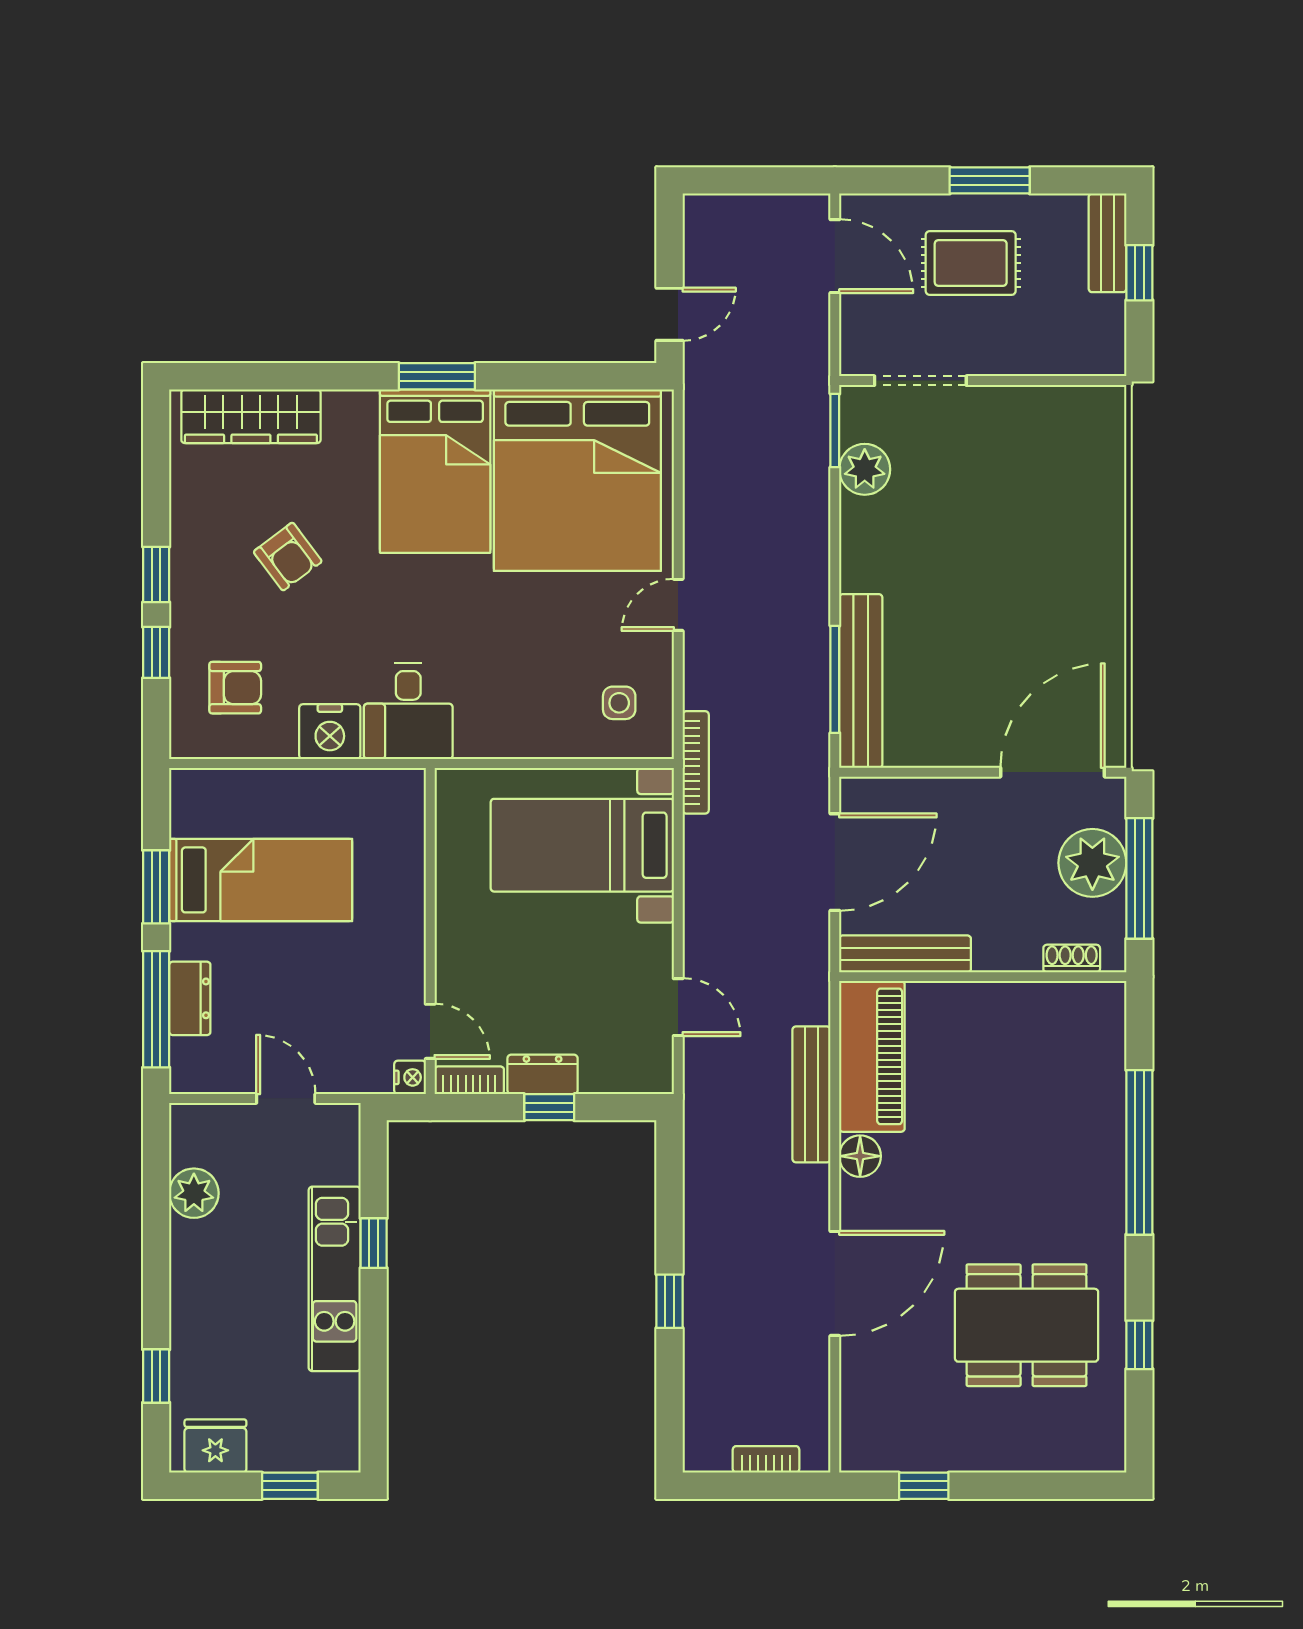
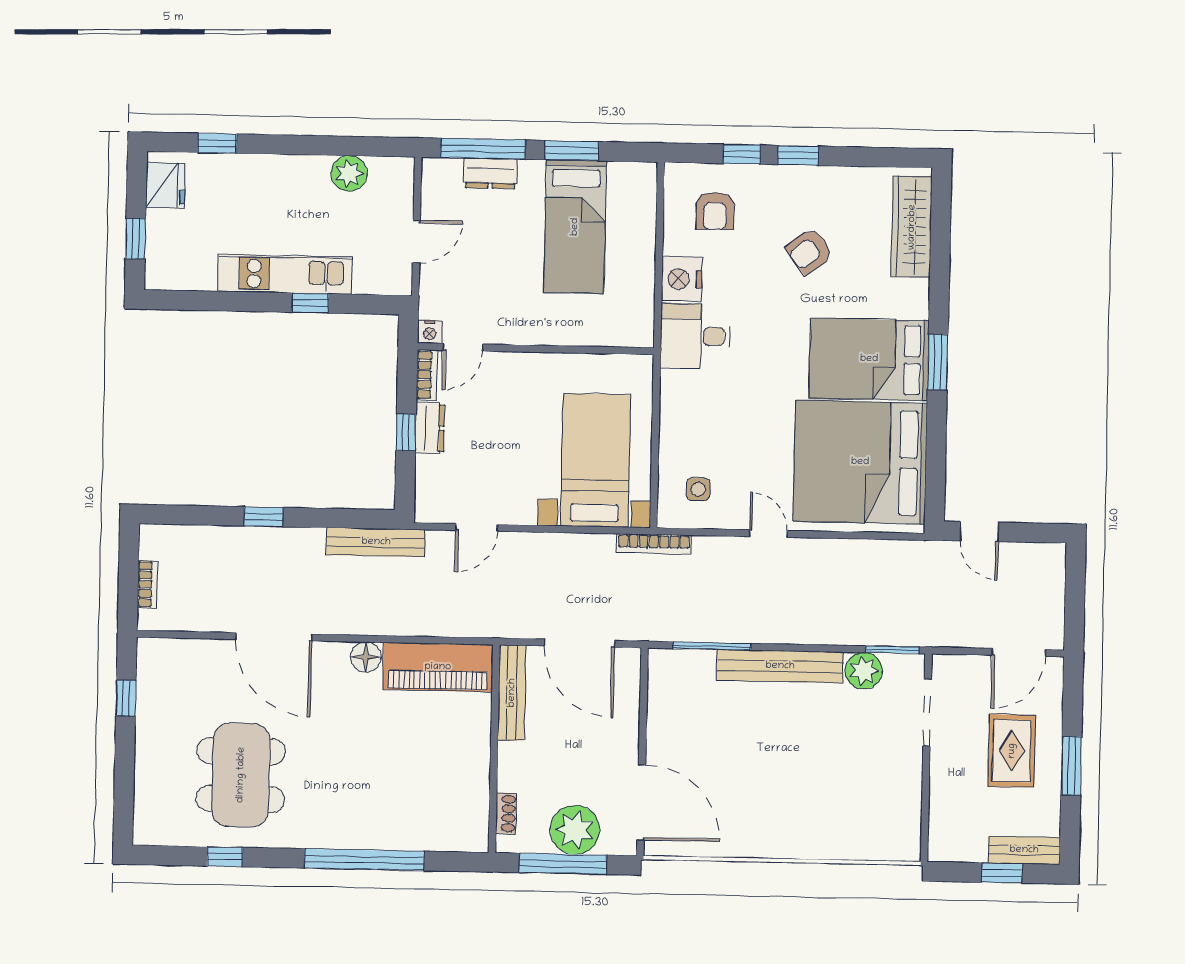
bench: (861, 681) -> (780, 666), moved
bench: (811, 1094) -> (376, 542), moved

